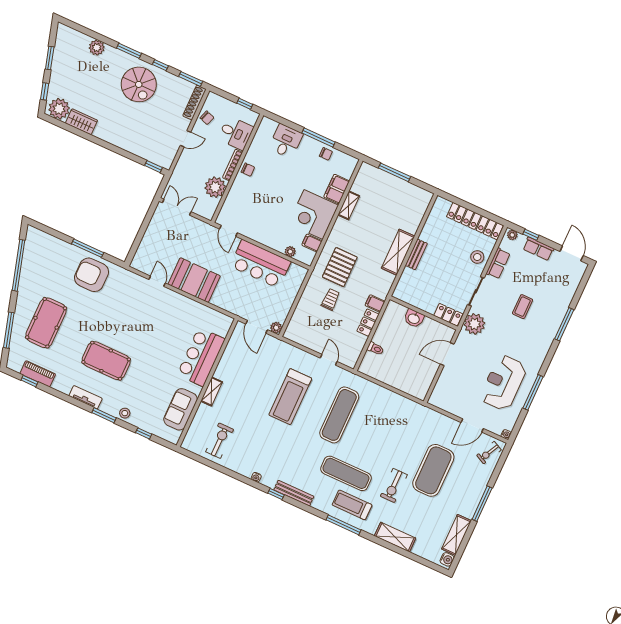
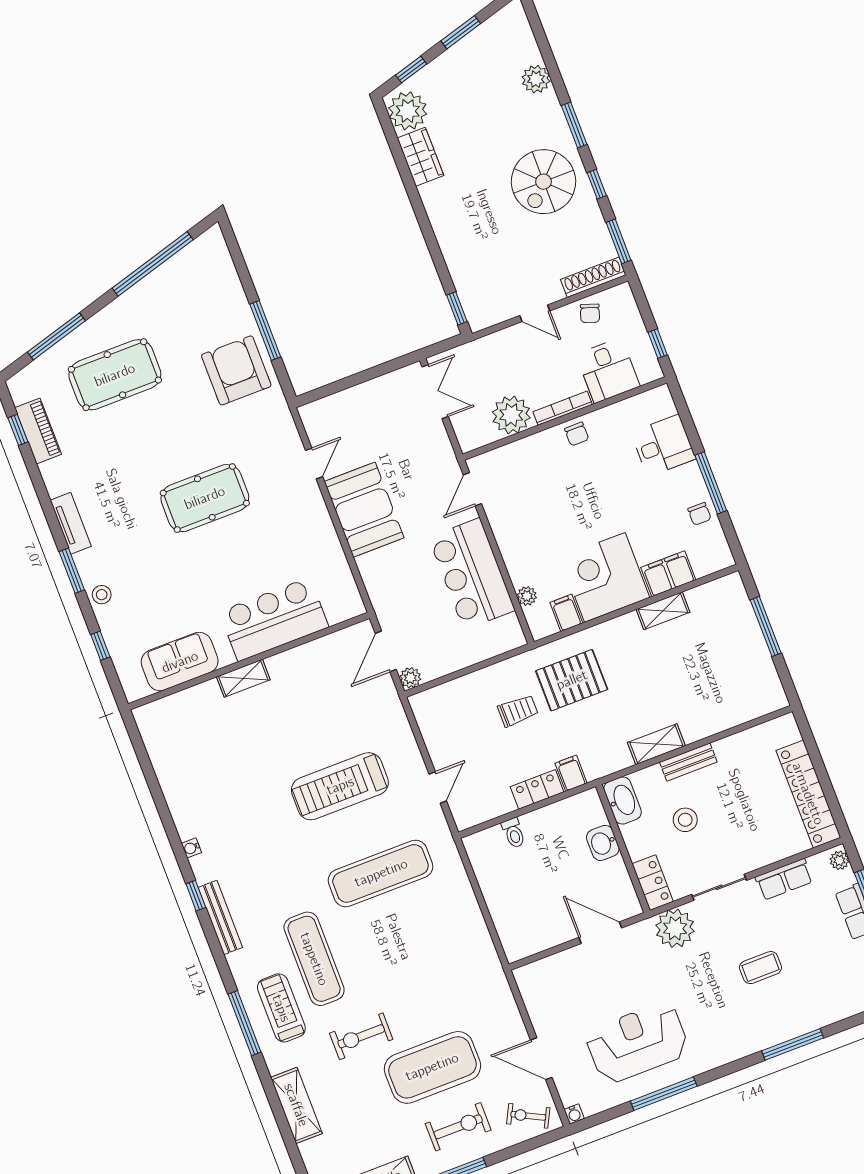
shelving: (398, 252) -> (656, 744), width x0.67, depth x0.75
stool: (477, 257) -> (685, 820), moved
washbasin: (405, 294) -> (623, 801), added
pool table: (106, 361) -> (205, 498), moved, turned 90
exercise bike: (220, 441) -> (458, 1127), moved

